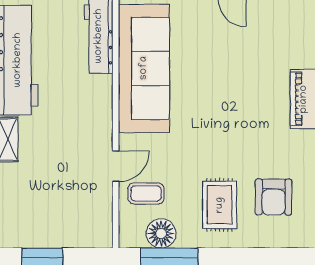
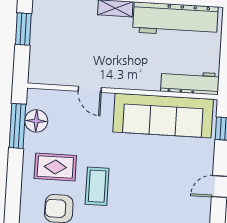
coffee table: (146, 193) -> (97, 186), moved, width x1.36, depth x1.30

